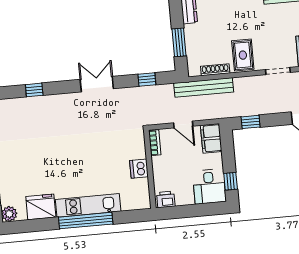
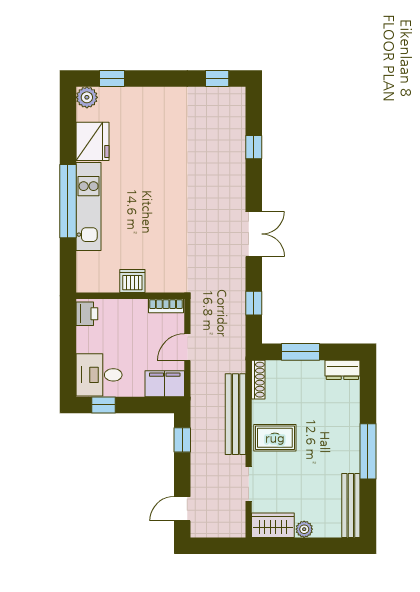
shoe rack: (215, 70) -> (258, 380), moved
bench: (204, 87) -> (235, 414), moved

